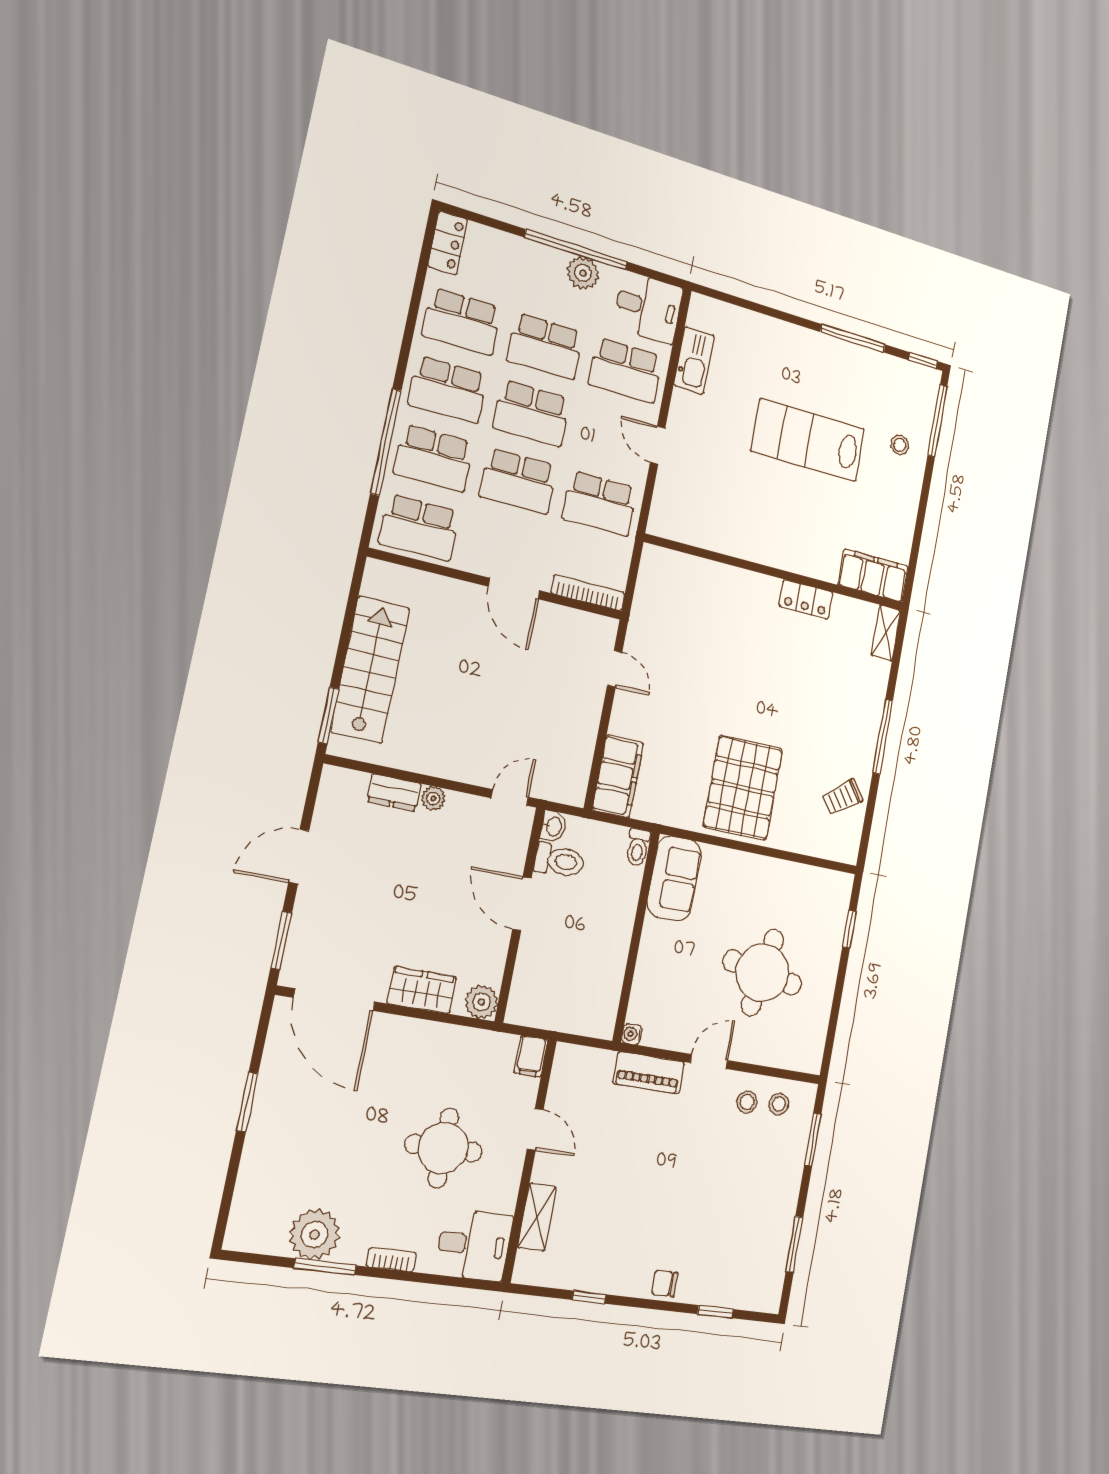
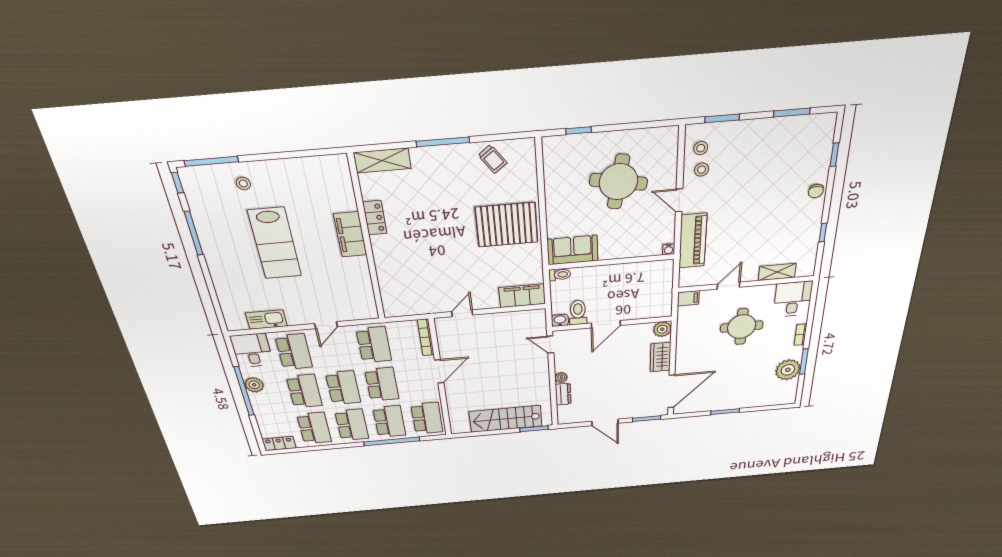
filing cabinet: (873, 575) -> (350, 234), moved
shelving: (886, 633) -> (382, 160), width x1.50, depth x1.33
piano: (649, 1073) -> (693, 241), width x1.37, depth x1.33

